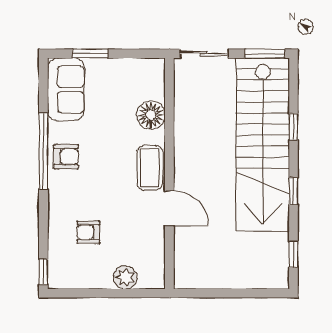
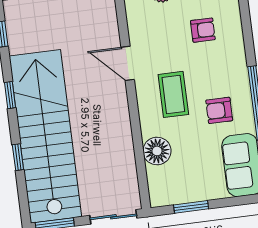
window: (90, 54) -> (191, 207), moved
armchair: (66, 157) -> (219, 110), moved
coffee table: (150, 168) -> (173, 94), moved

